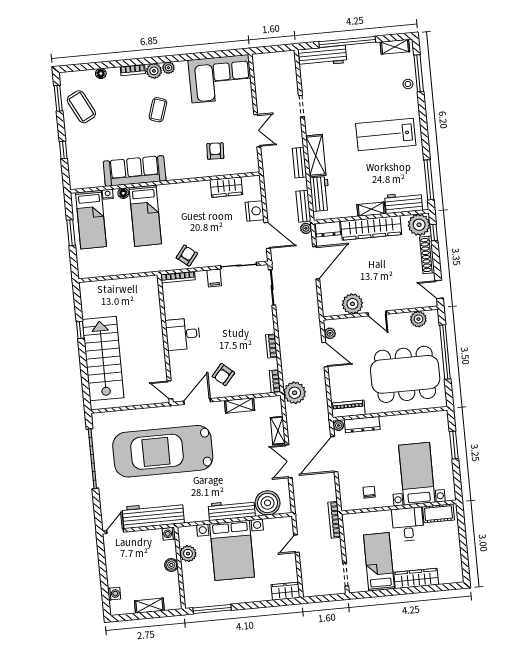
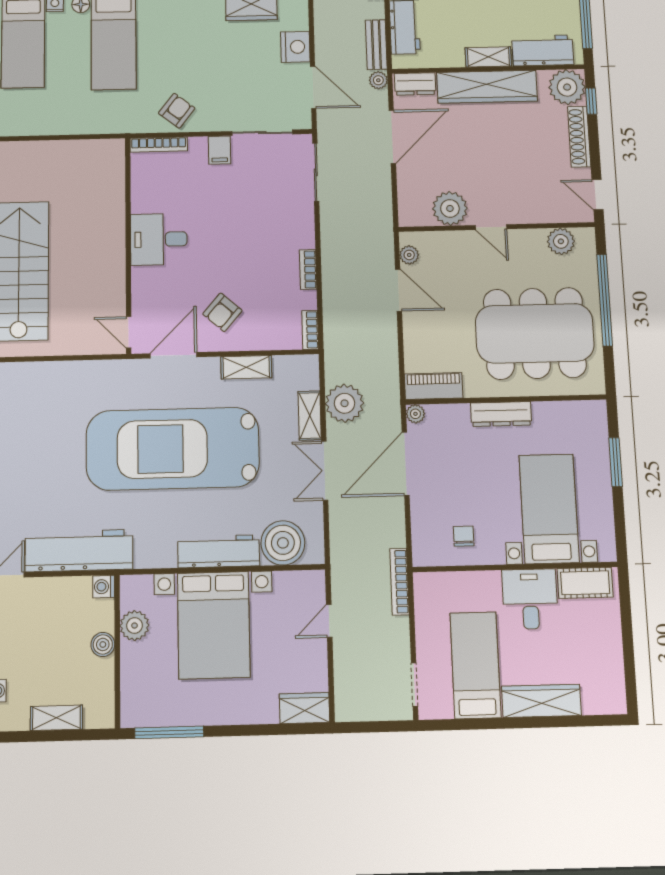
plant: (295, 393) -> (344, 403), moved
dresser: (362, 425) -> (501, 414), moved
car: (163, 451) -> (173, 449), moved

